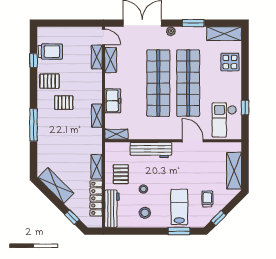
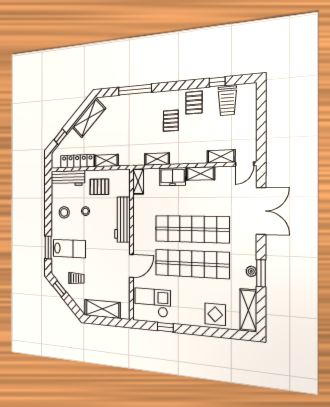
plant: (171, 31) -> (251, 271), moved
shelving: (111, 60) -> (200, 174), moved
window: (33, 125) -> (135, 90), moved

